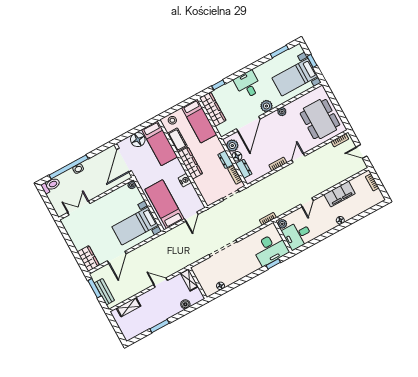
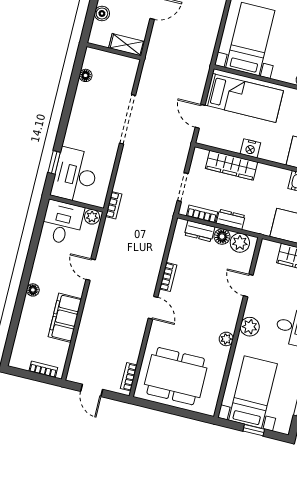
door: (248, 124) -> (248, 286), width x0.53
door: (362, 151) -> (92, 390), swing flipped
wardrobe: (190, 163) -> (232, 165), moved

